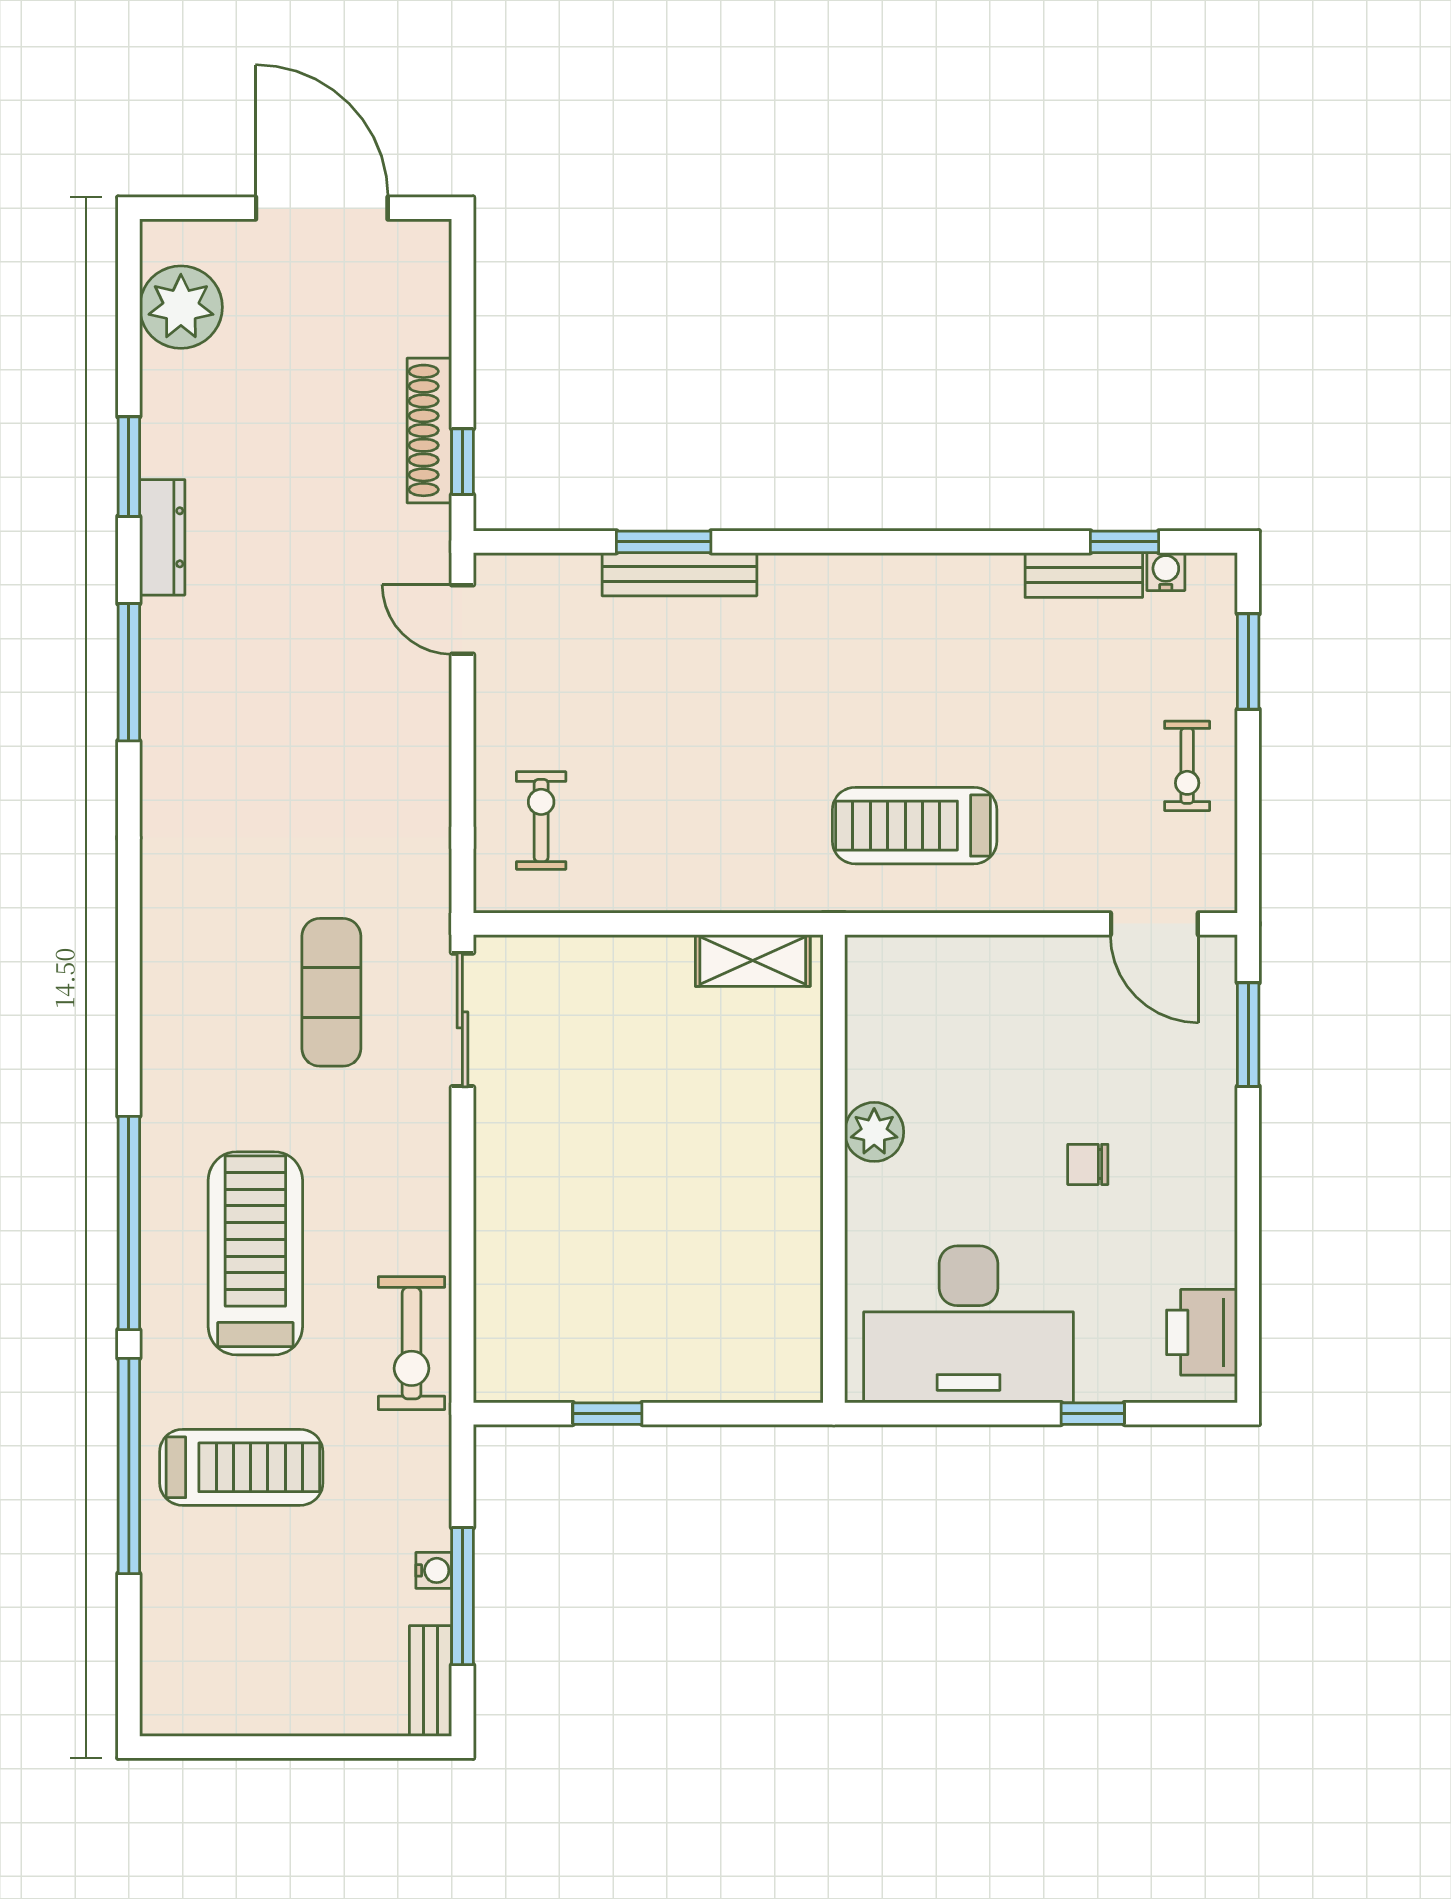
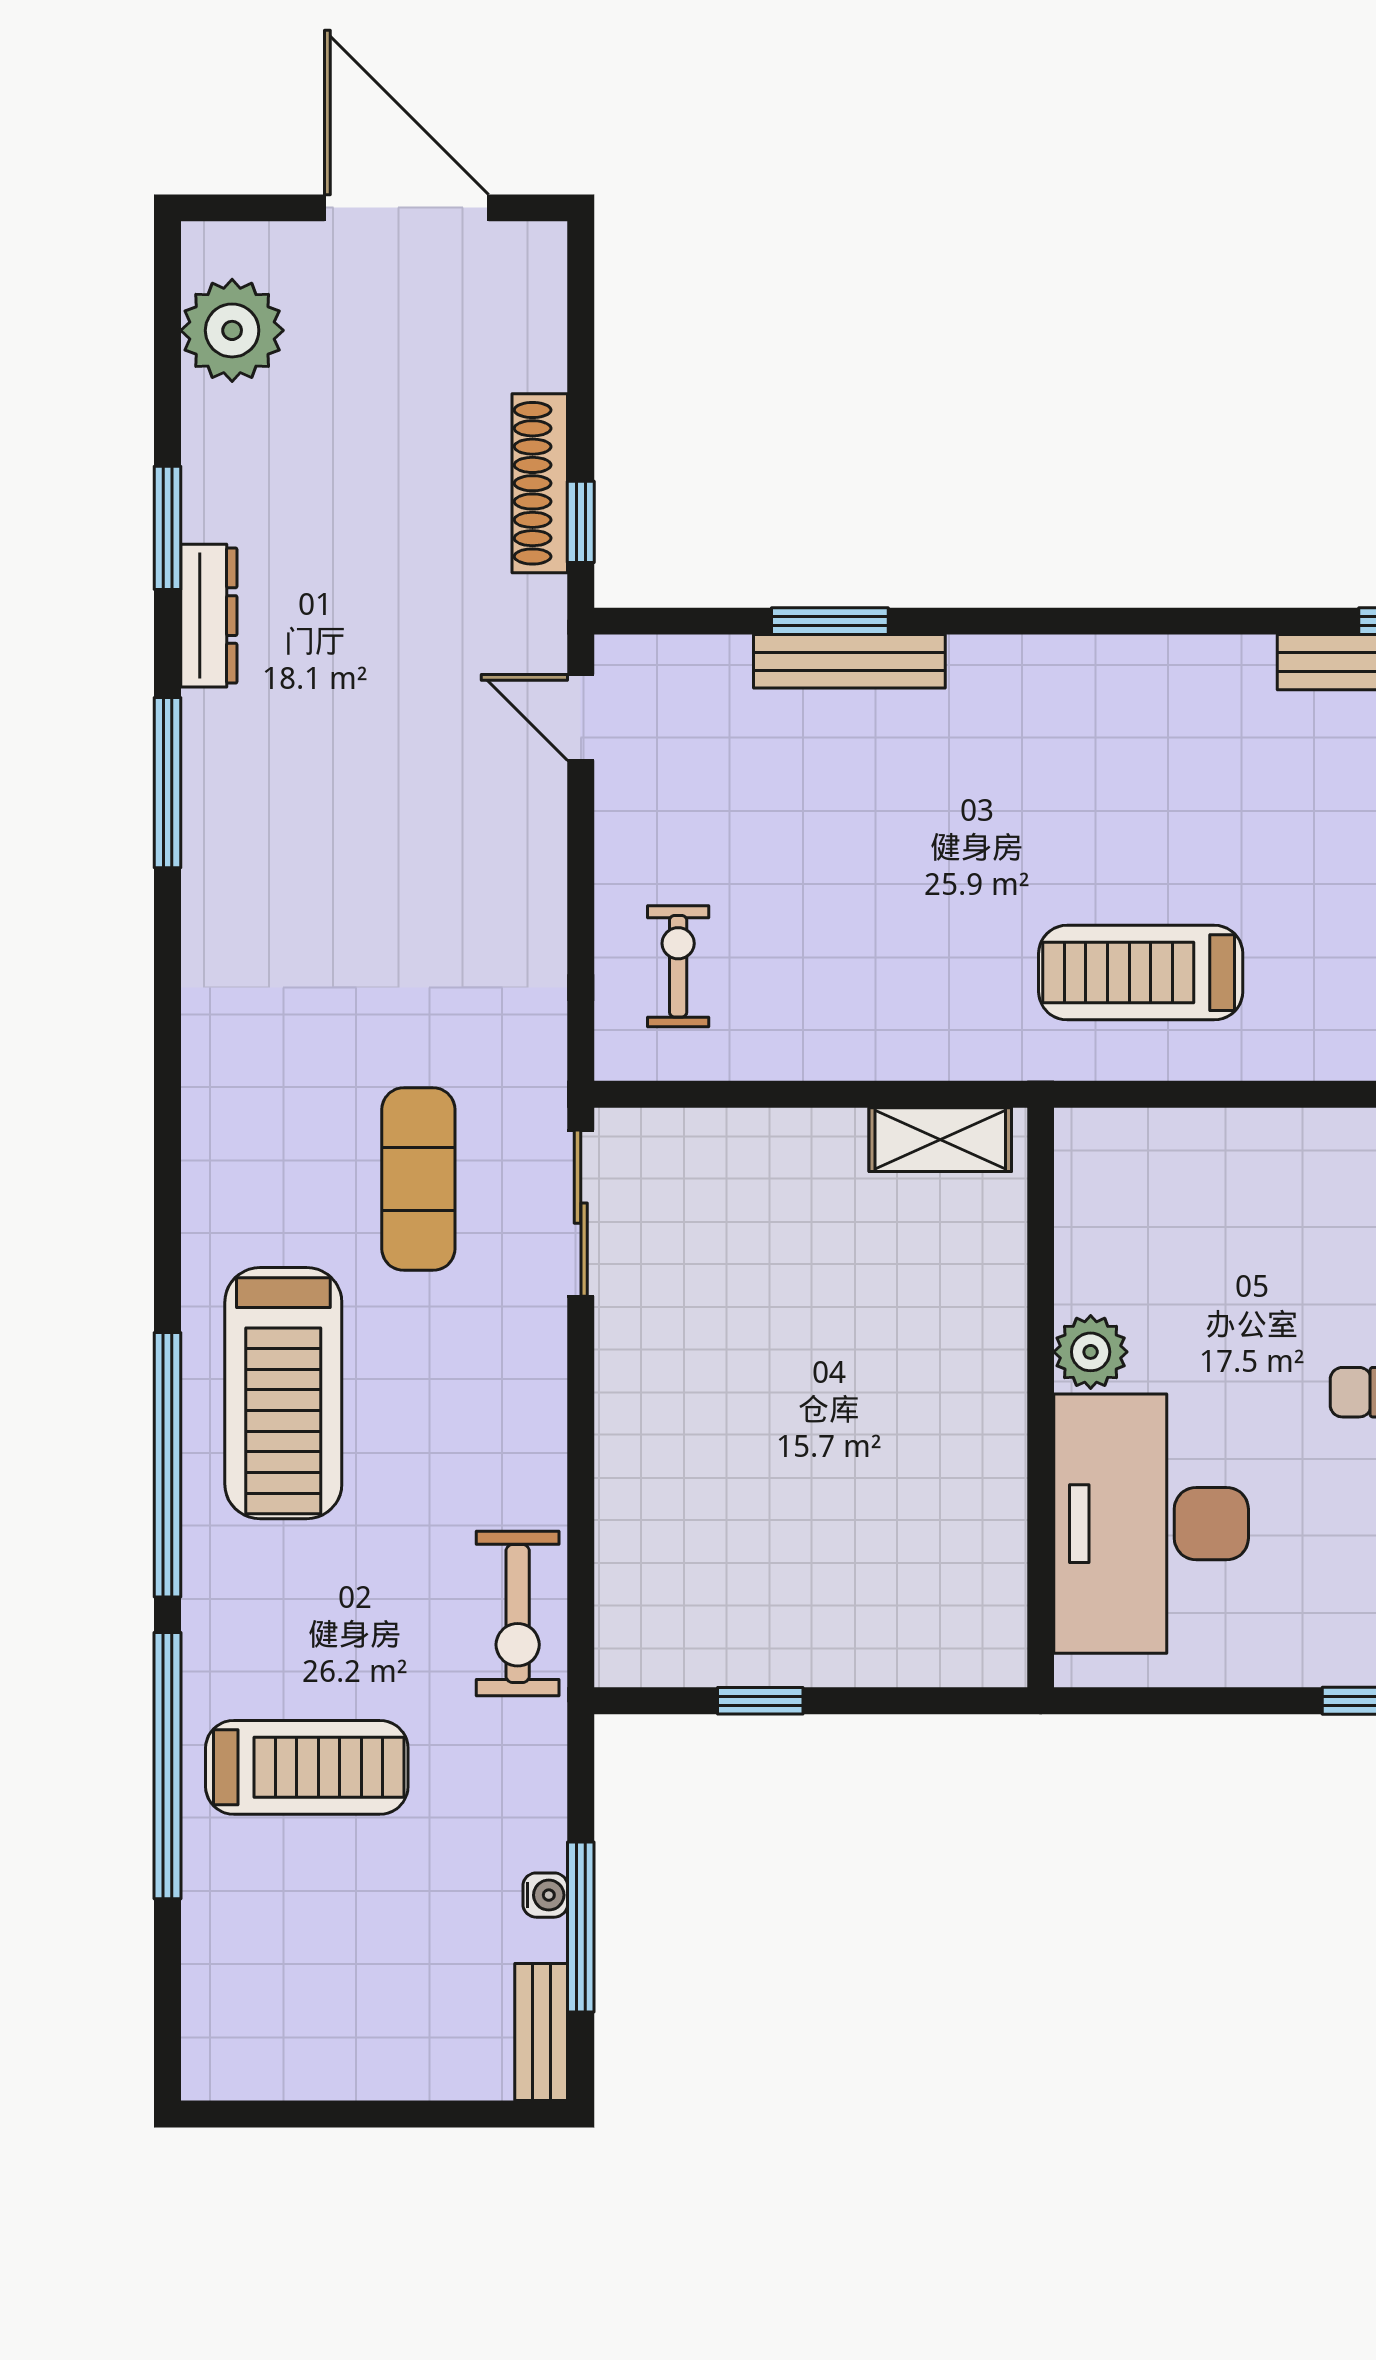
treadmill: (255, 1253) -> (283, 1393), moved, turned 180
desk: (968, 1324) -> (1151, 1524), moved, turned 90

